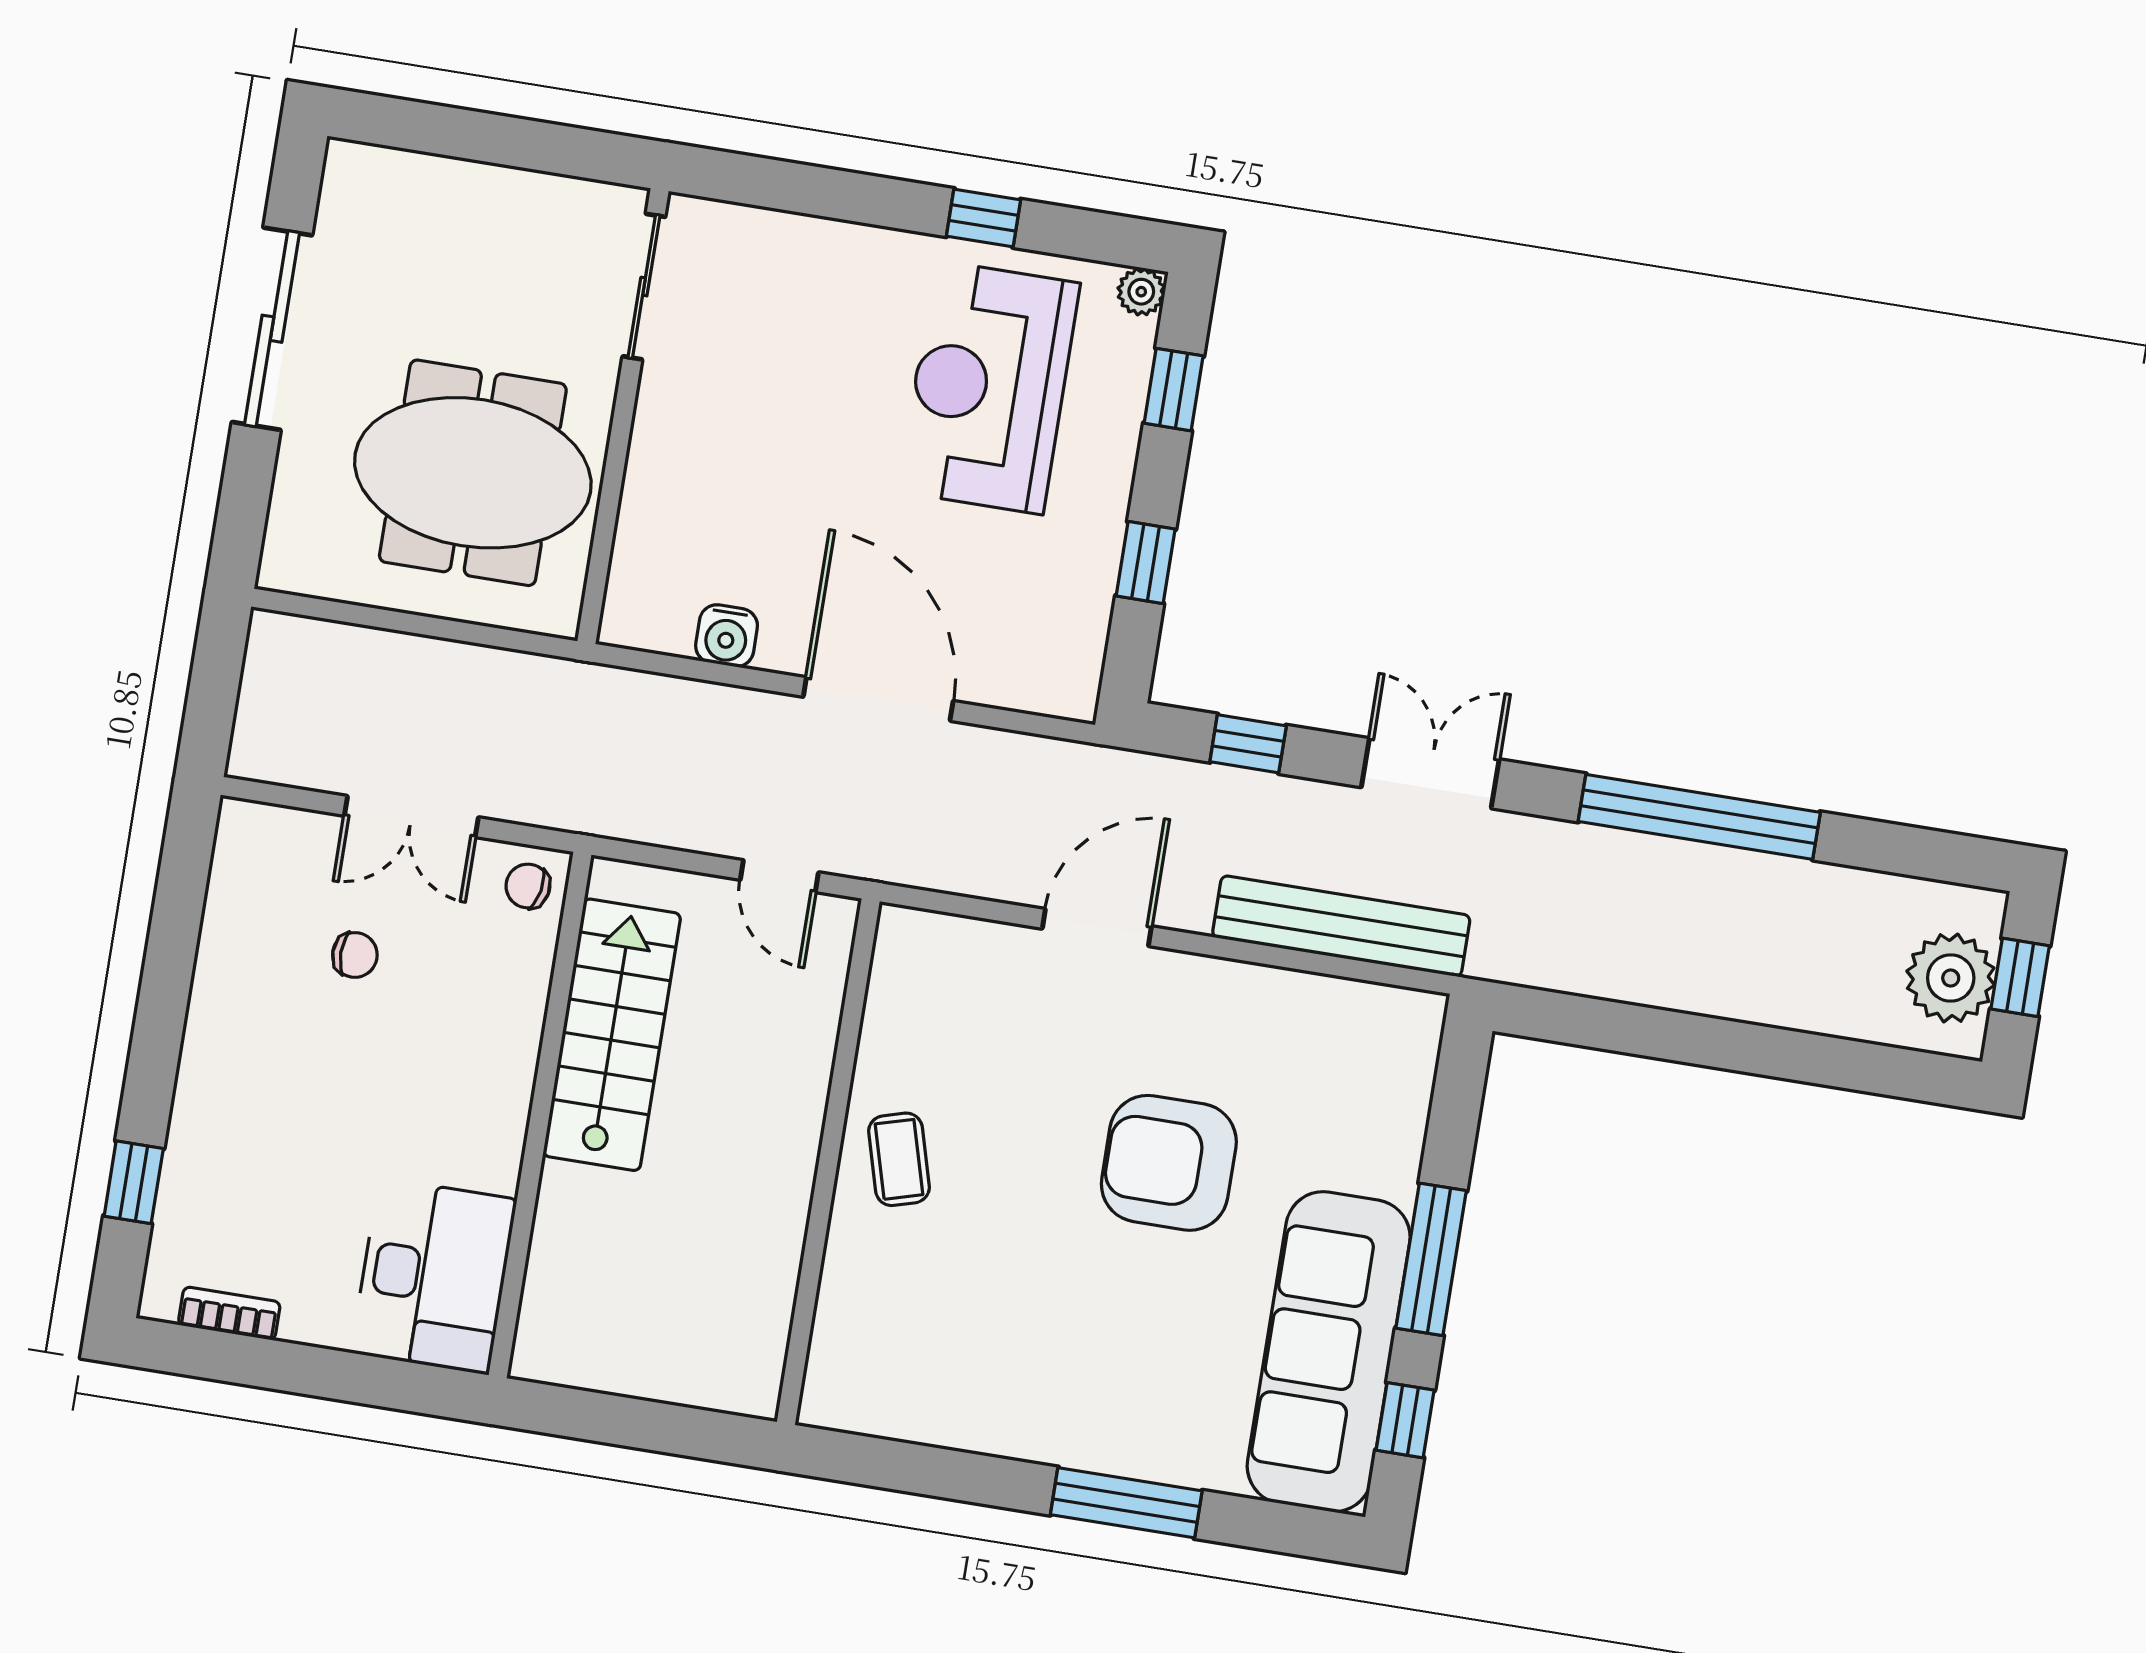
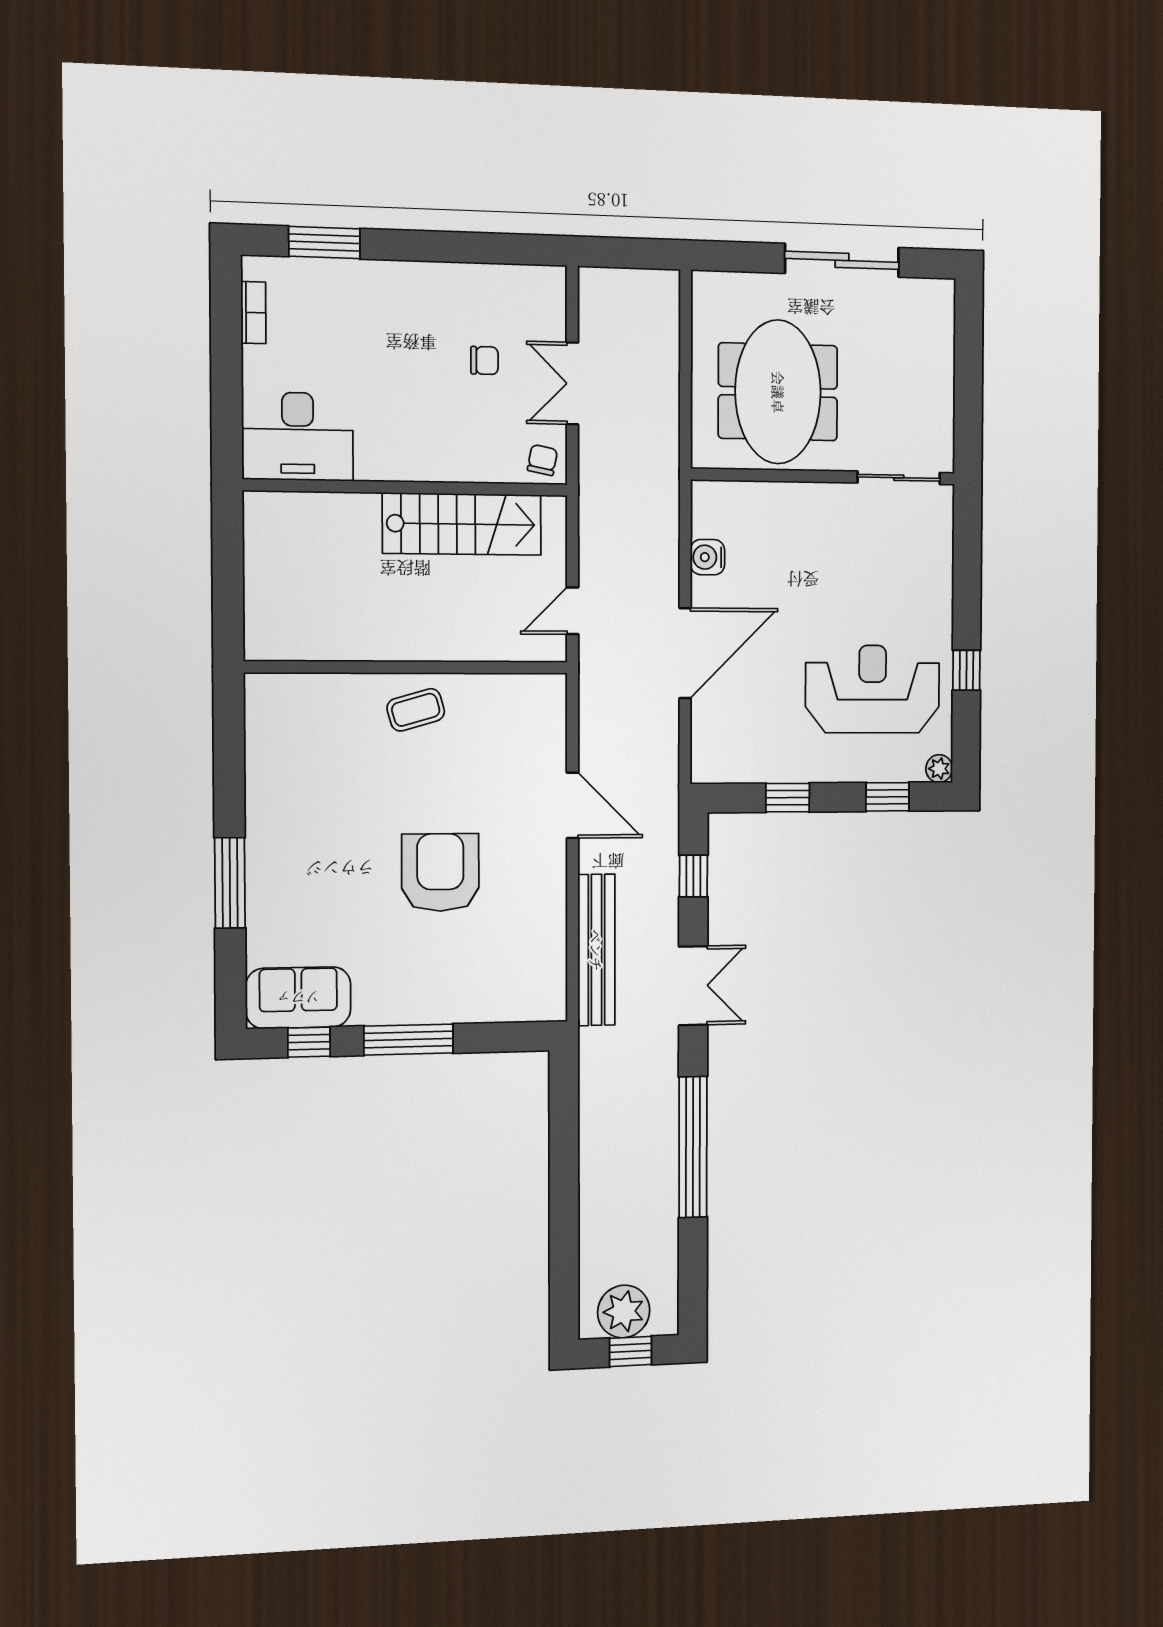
chair: (355, 955) -> (485, 361), turned -90
window: (134, 1182) -> (324, 242), width x1.50
sofa: (1329, 1352) -> (298, 998), width x0.54, depth x0.79

